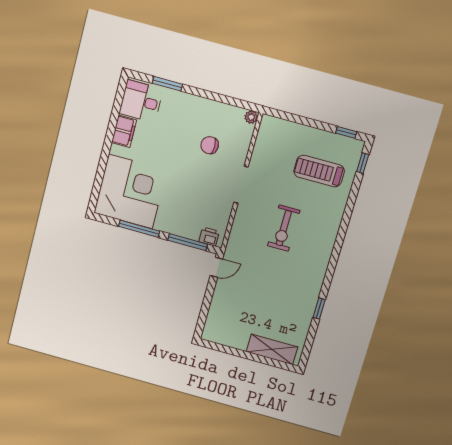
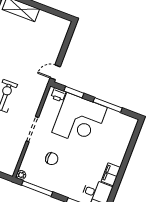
window: (226, 100) -> (37, 189), added
corner desk: (130, 192) -> (79, 120), moved, turned -90
window: (188, 242) -> (74, 92), width x0.69

